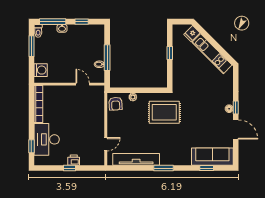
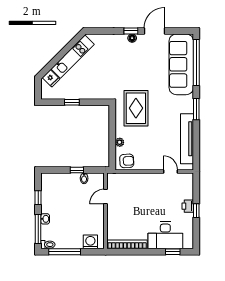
window: (31, 46) -> (65, 252), width x1.44
window: (107, 58) -> (77, 170), width x0.46
sofa: (212, 157) -> (181, 64), width x1.36, depth x1.27
window: (207, 168) -> (196, 63), width x3.17

